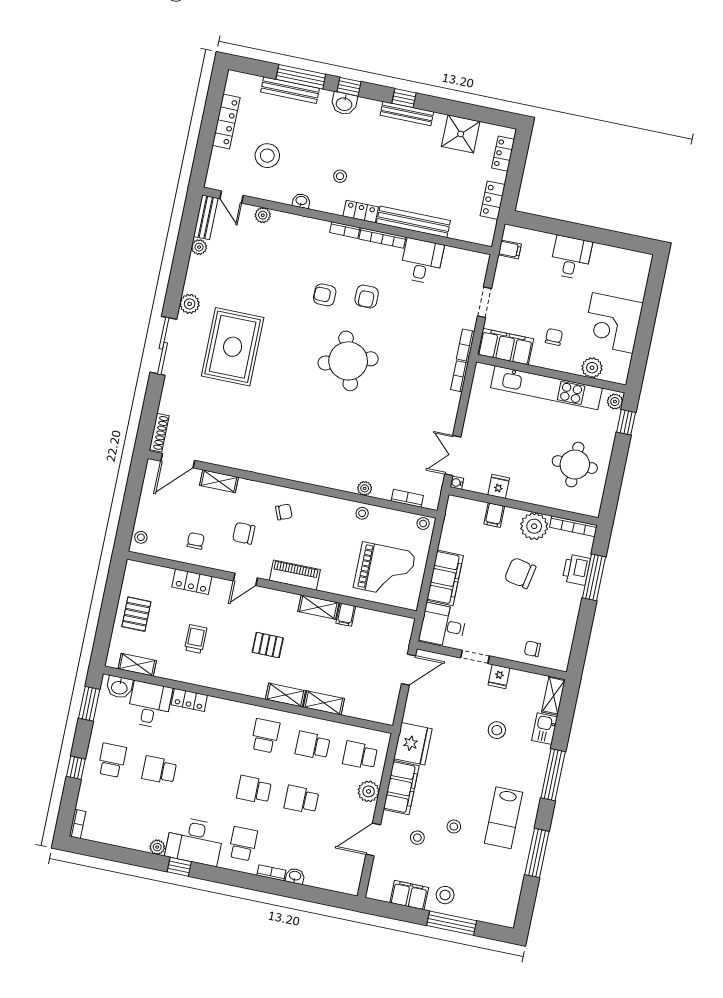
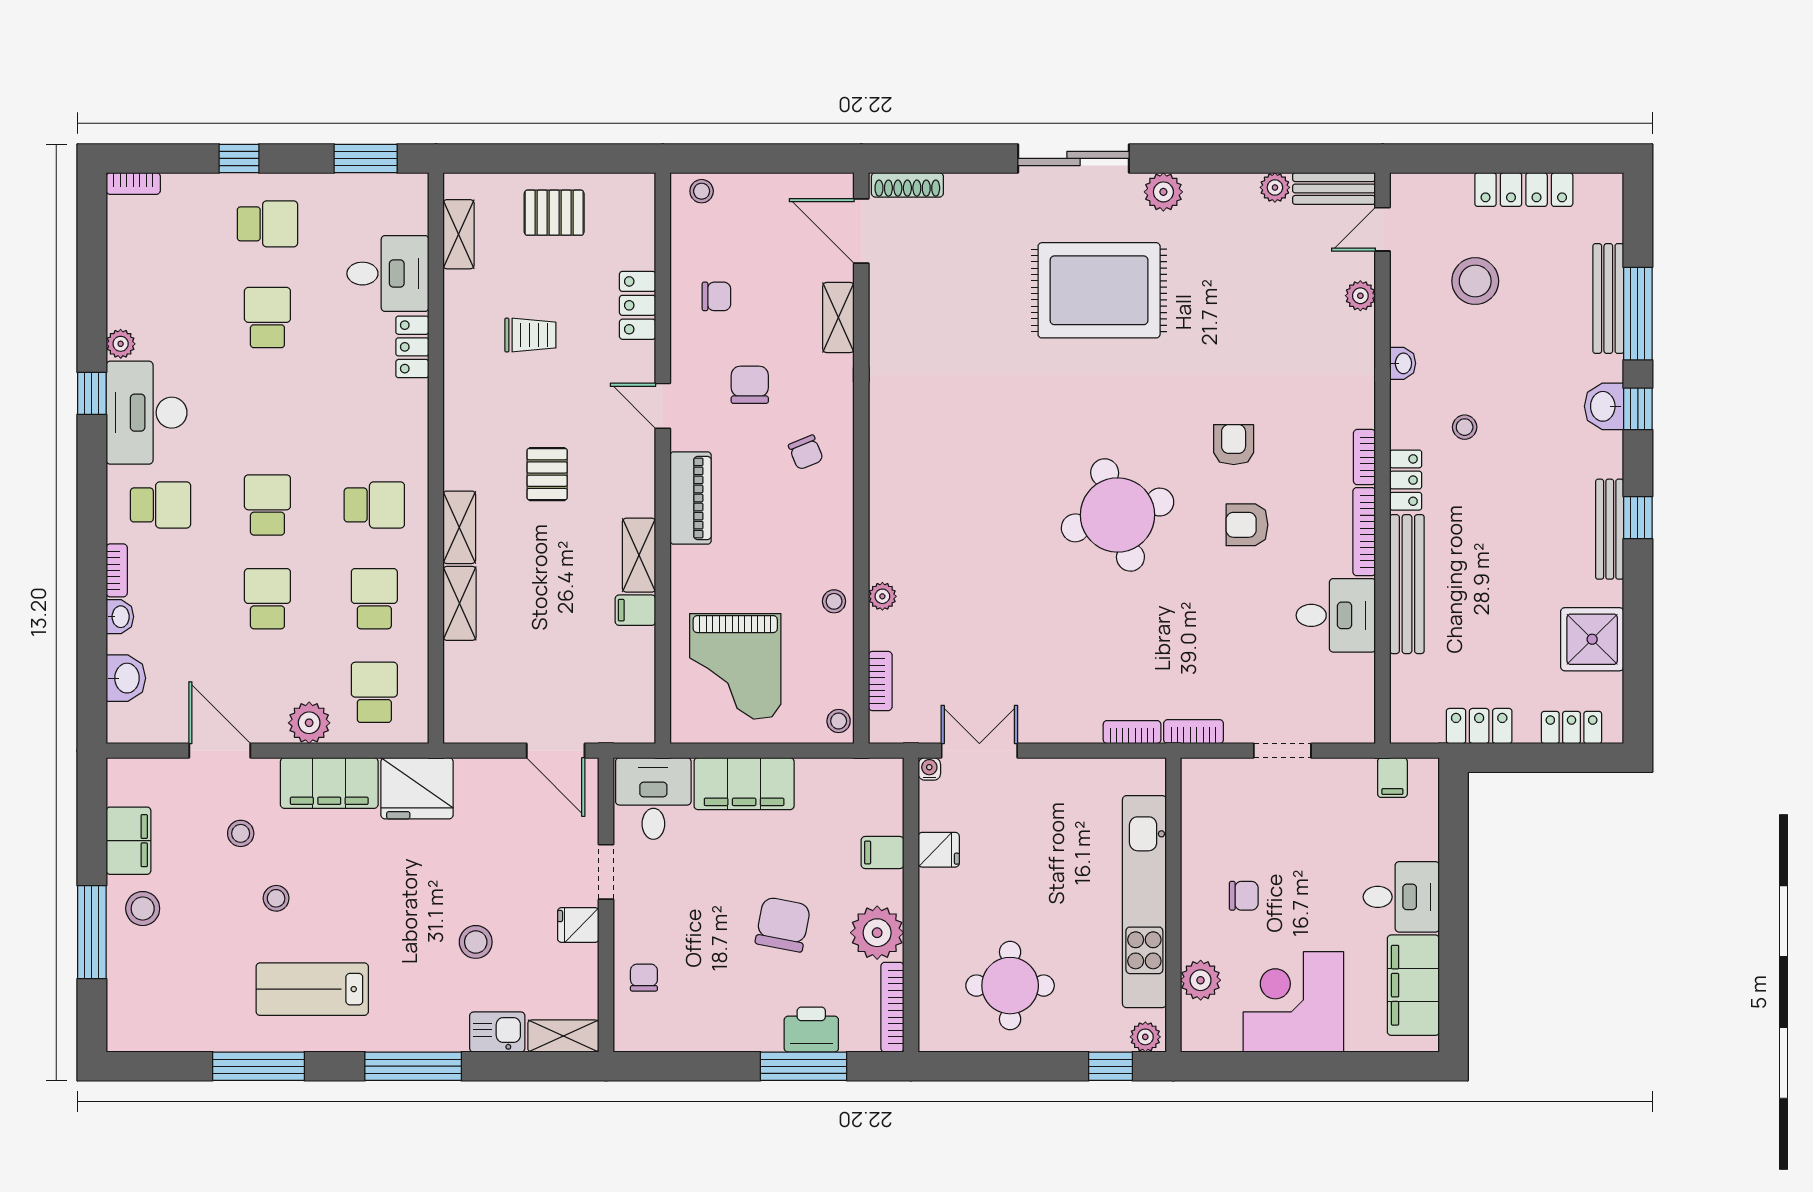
filing cabinet: (506, 347) -> (1413, 985), moved, turned 180
washbasin: (119, 687) -> (126, 678), moved, turned 180

